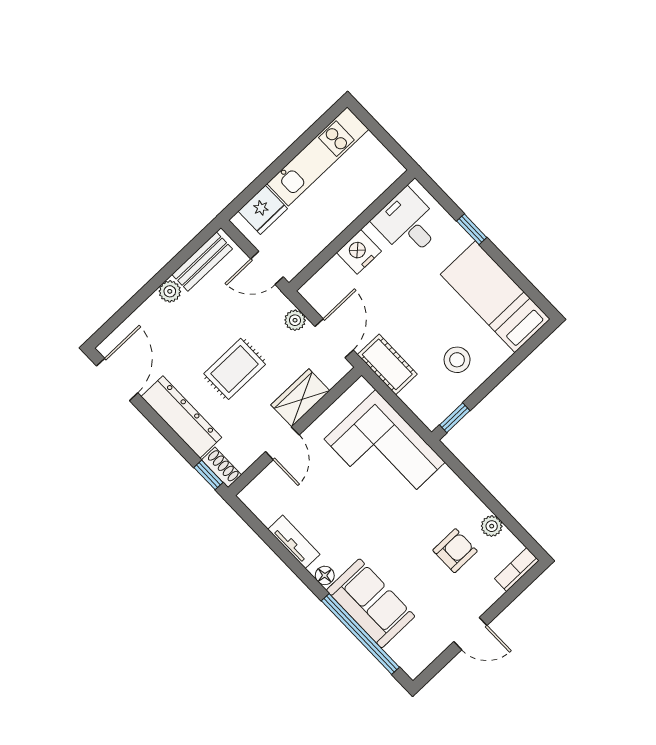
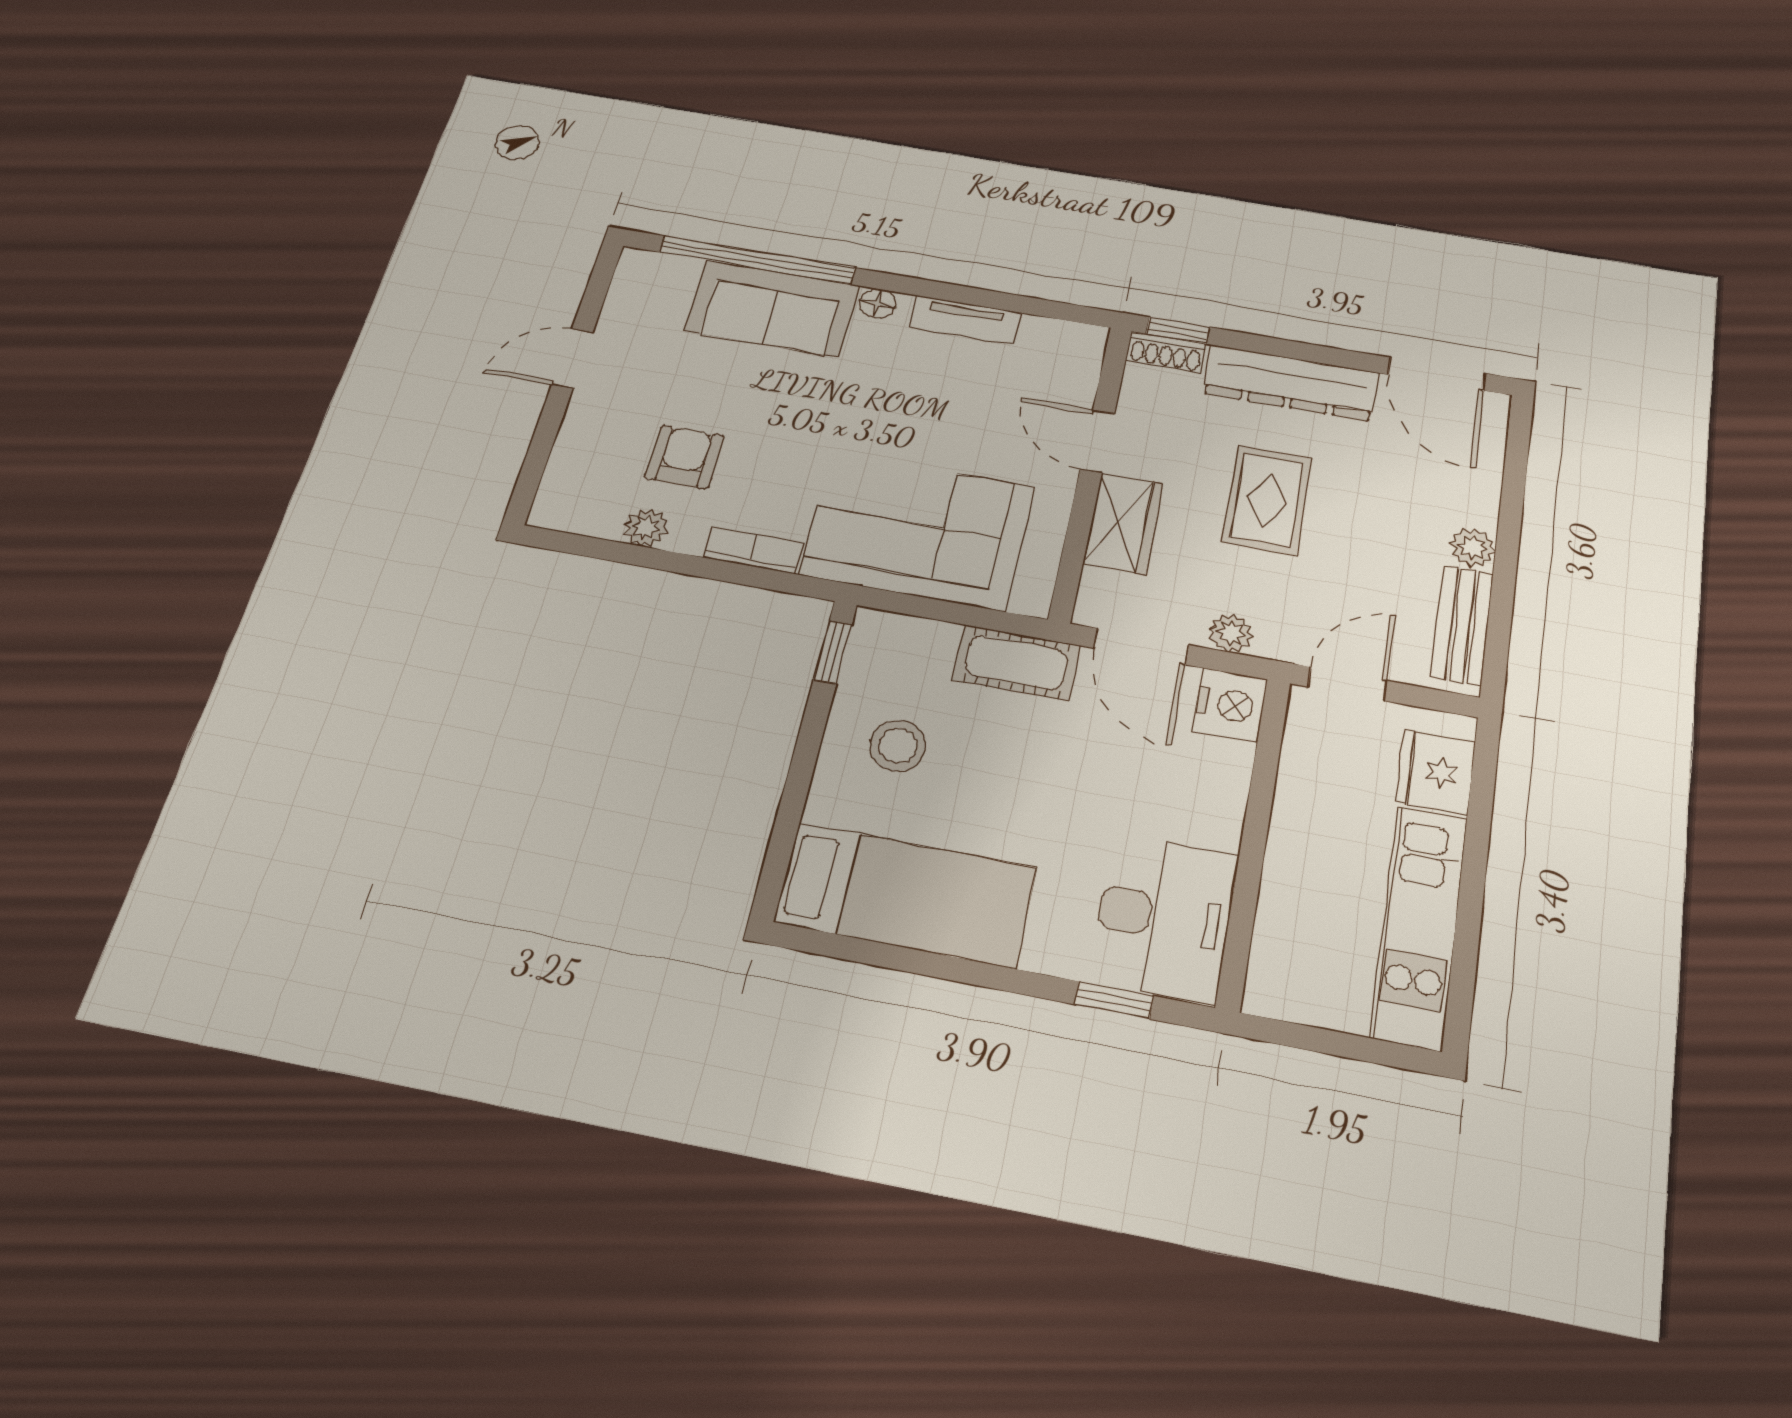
desk: (408, 223) -> (1164, 917), width x1.37
window: (472, 229) -> (1114, 1000), moved
nightstand: (359, 252) -> (1230, 705), moved
armchair: (455, 551) -> (684, 457), turned 180
bookcase: (517, 570) -> (753, 550), moved, turned -90

